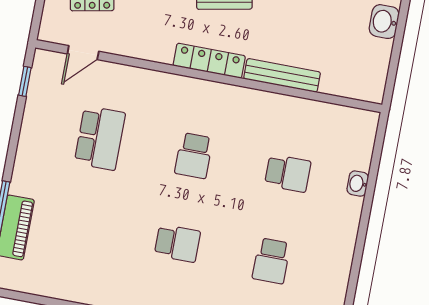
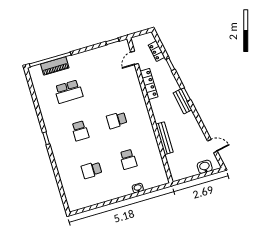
door: (83, 53) -> (135, 58), hinge flipped
locker: (209, 61) -> (149, 84), moved
school desk: (100, 138) -> (69, 92), moved

